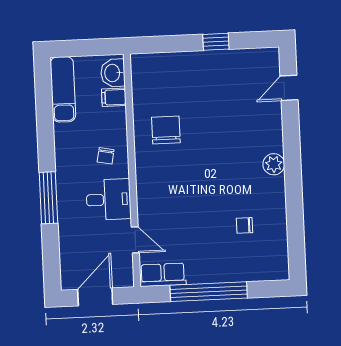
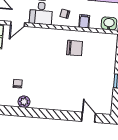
filing cabinet: (114, 97) -> (84, 21), moved
plant: (274, 164) -> (24, 102), moved

